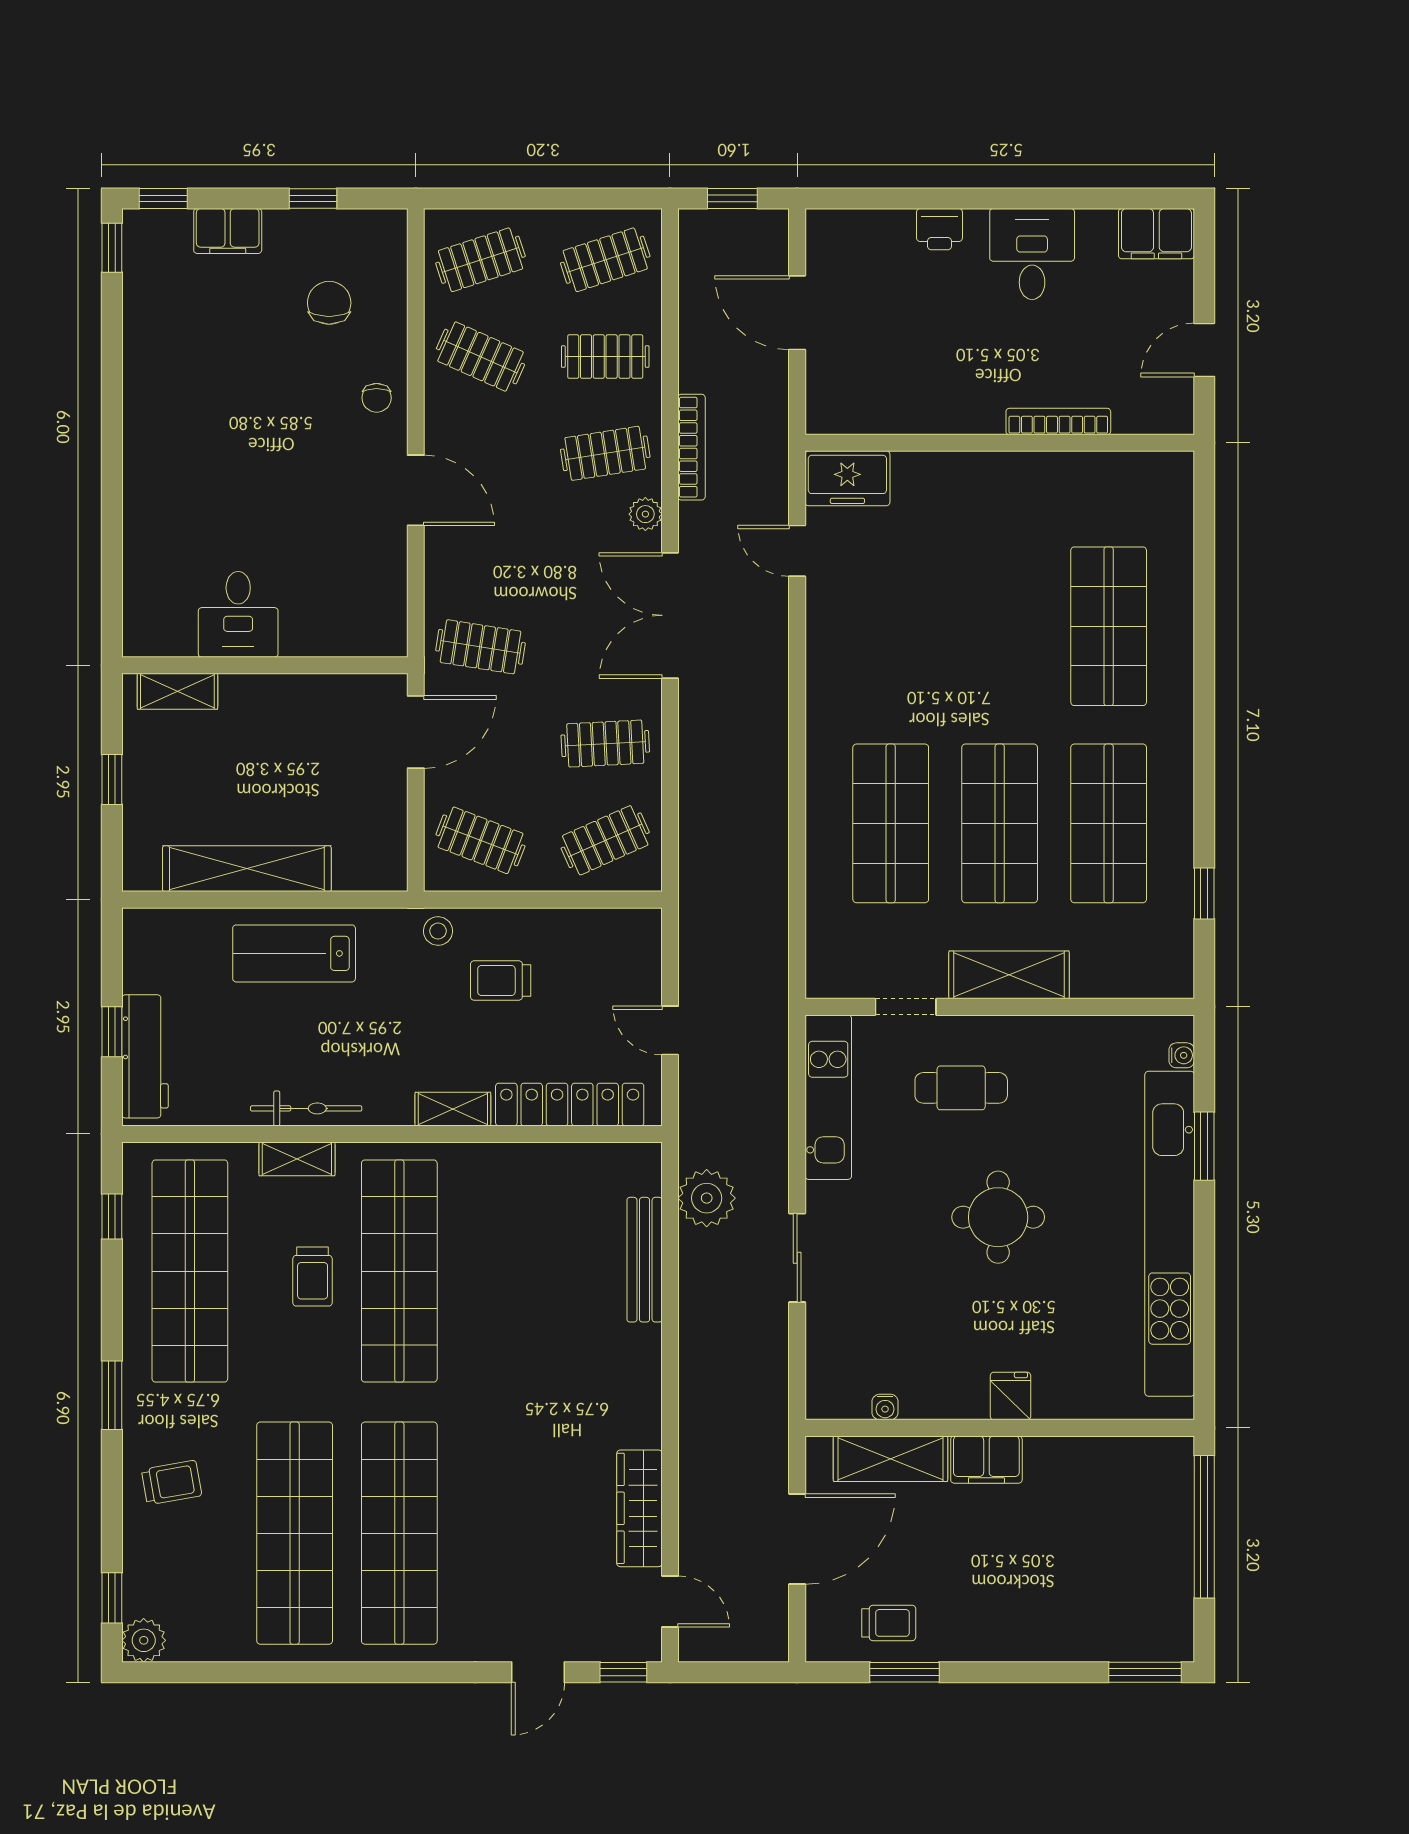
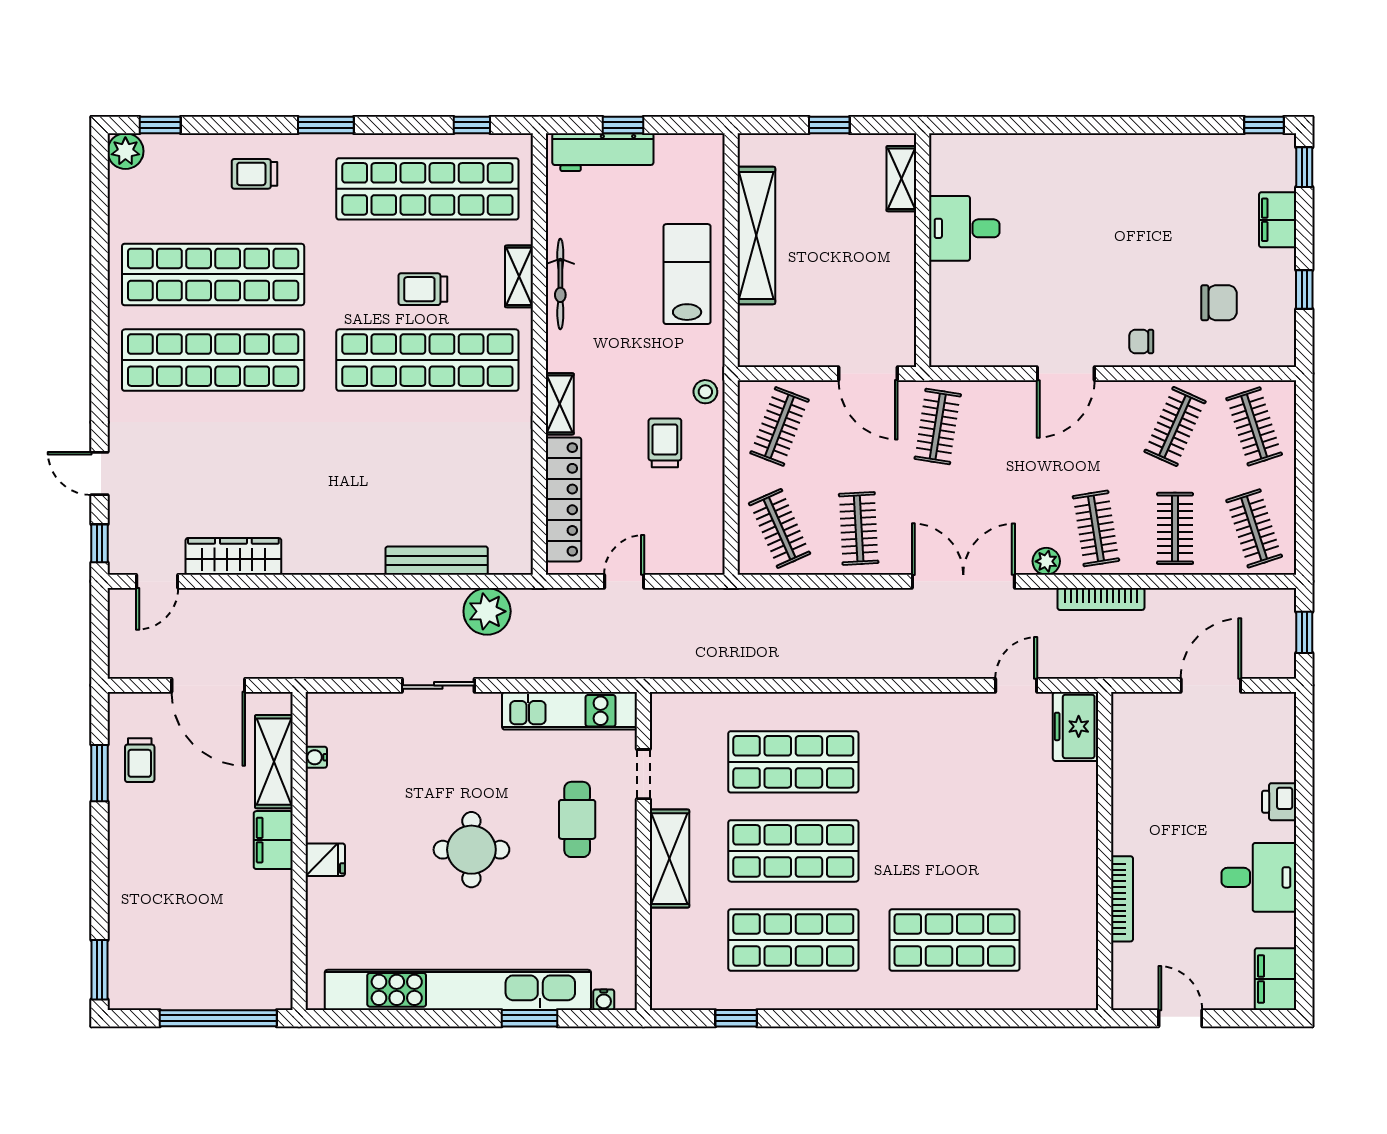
trolley: (172, 1483) -> (254, 174), turned 100

